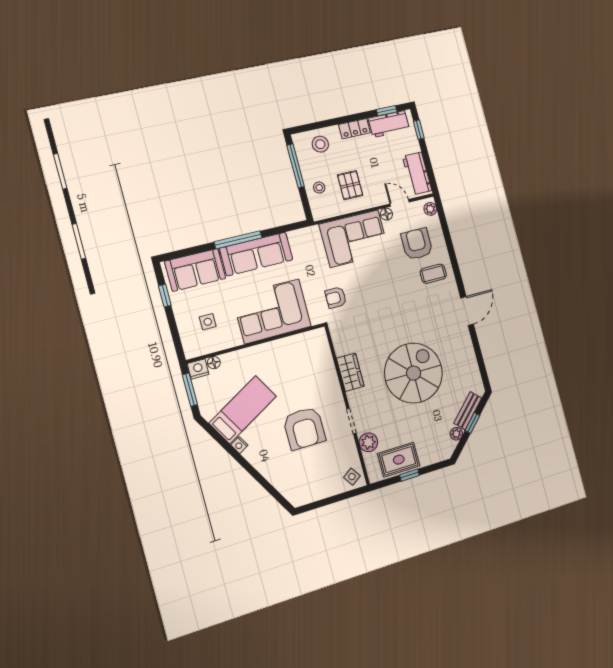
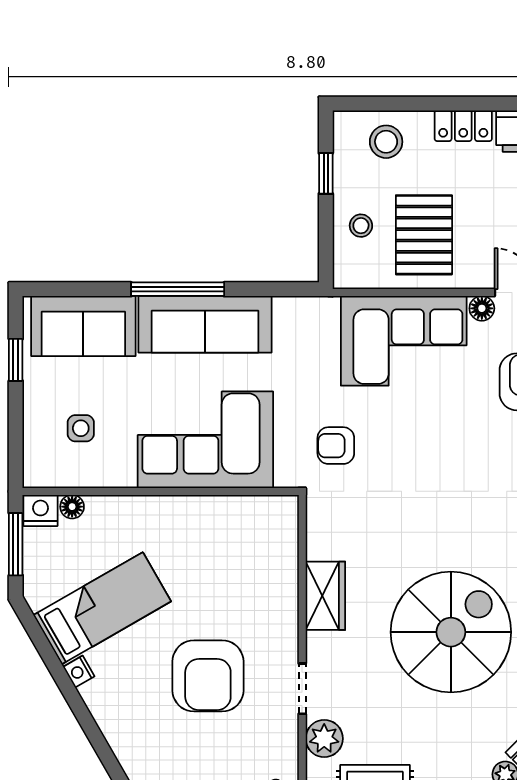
window: (296, 166) -> (326, 173), width x0.46
pallet: (350, 185) -> (424, 235), width x1.50, depth x1.42

